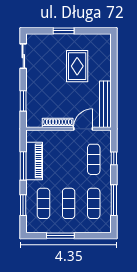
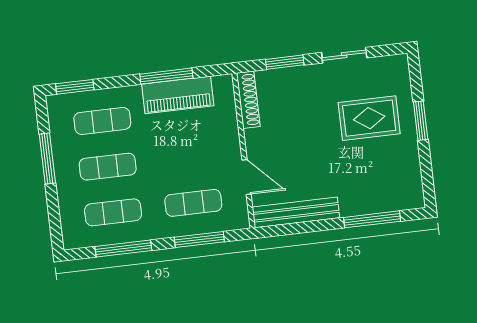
sliding door: (23, 56) -> (344, 55), moved
window: (114, 63) -> (372, 219), added
rug: (77, 66) -> (369, 118), moved
shoe rack: (58, 123) -> (248, 100), moved
window: (114, 158) -> (199, 240), width x2.17
window: (23, 205) -> (75, 87), moved

